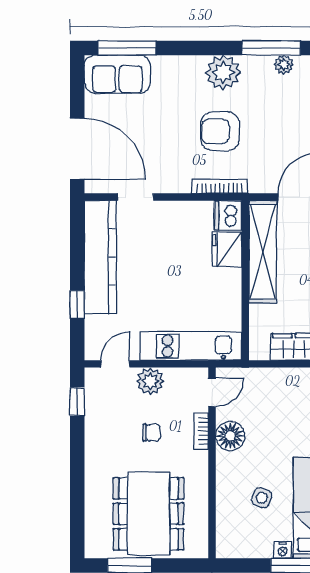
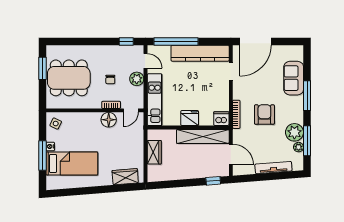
window: (127, 48) -> (307, 96), moved
plant: (223, 72) -> (294, 132), moved
sofa: (117, 74) -> (294, 78), moved
fridge: (227, 249) -> (190, 118), moved
window: (77, 304) -> (176, 41), width x3.17
door: (212, 392) -> (131, 110), hinge flipped
side table: (262, 498) -> (56, 124), moved

